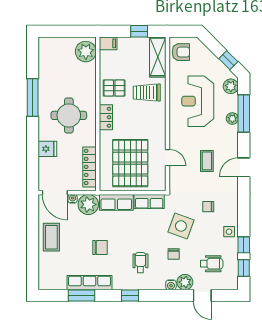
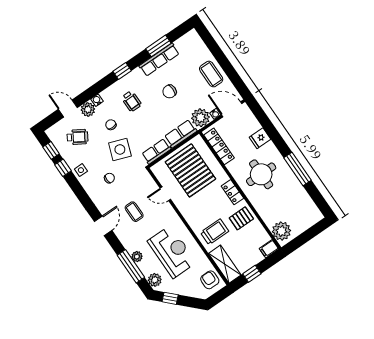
armchair: (181, 52) -> (210, 280), turned 90
wheelchair: (212, 264) -> (78, 137), turned -149

